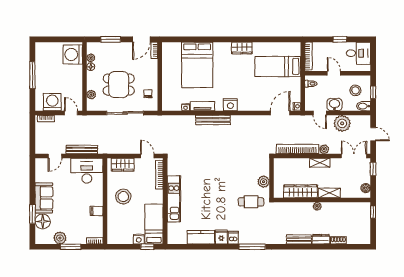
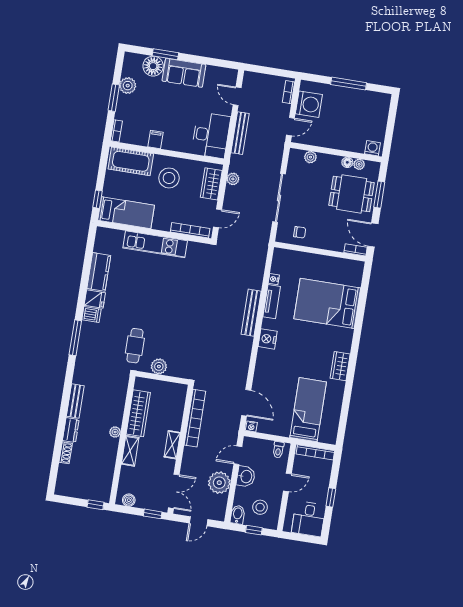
washing machine: (73, 54) -> (372, 148), width x0.53, depth x0.53
dining table: (119, 85) -> (352, 194), moved, turned 90
plant: (324, 149) -> (233, 179), moved
cot: (116, 227) -> (131, 161), added
nightstand: (139, 239) -> (109, 189), removed

